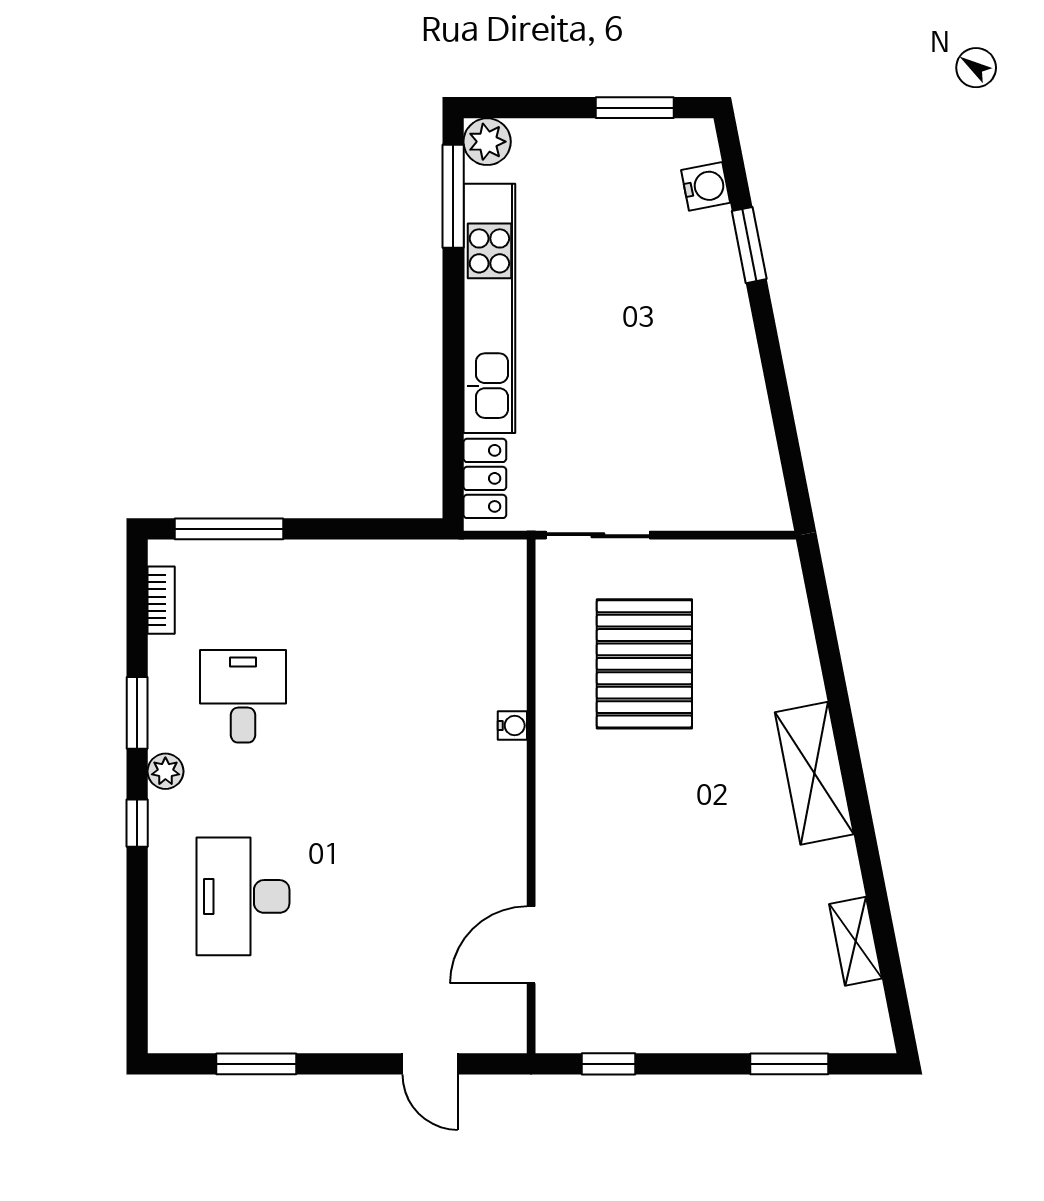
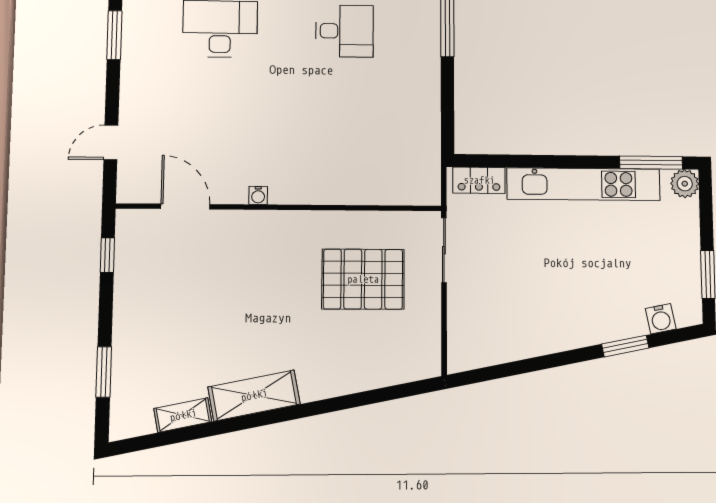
water cooler: (512, 726) -> (258, 195), moved
shelving: (814, 773) -> (254, 395), moved

